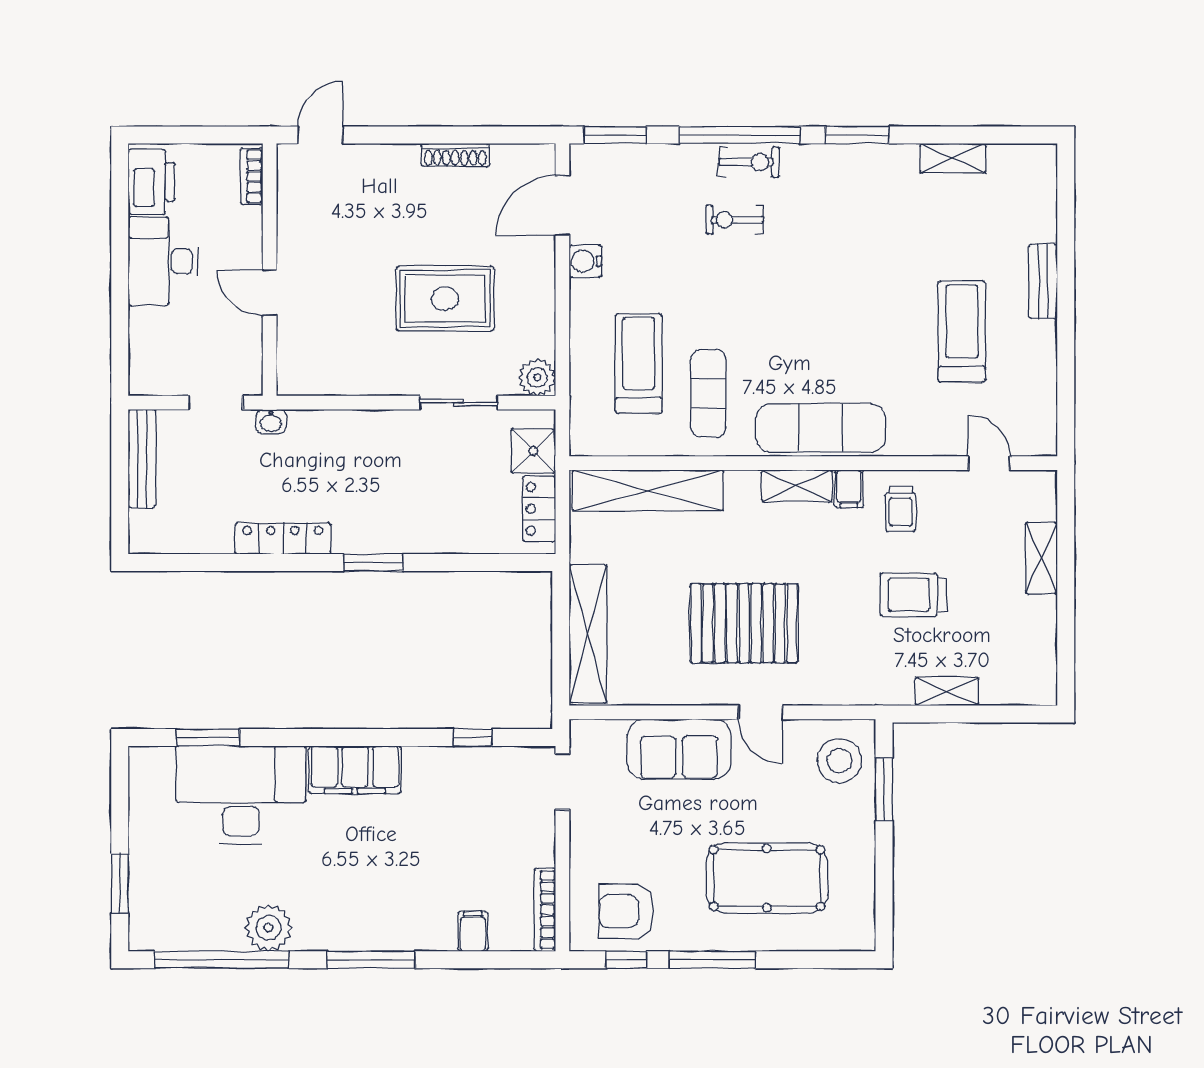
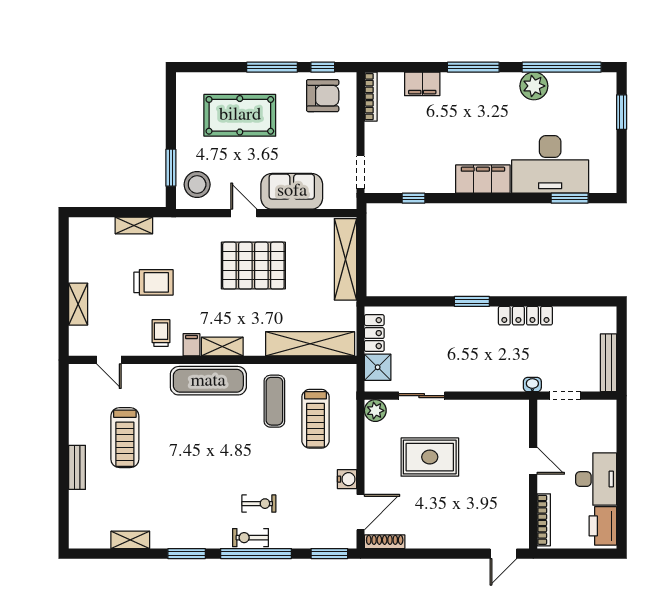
shoe rack: (455, 155) -> (385, 542), moved
bookcase: (252, 176) -> (544, 520), width x1.56
filing cabinet: (473, 931) -> (422, 84), width x2.00

